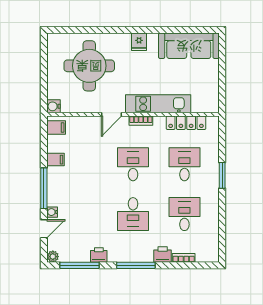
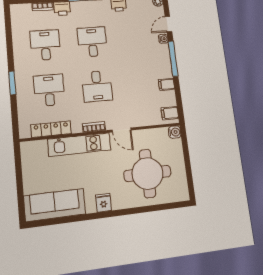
door: (111, 114) -> (122, 130), swing flipped
desk: (184, 164) -> (49, 90), turned 180
desk: (184, 214) -> (45, 45), turned 180

